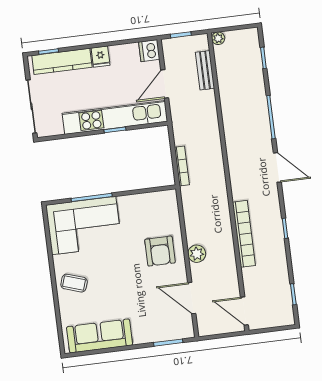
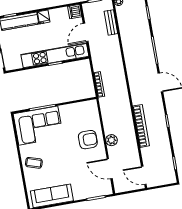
armchair: (160, 251) -> (88, 140), turned -90

